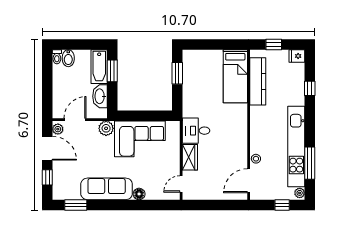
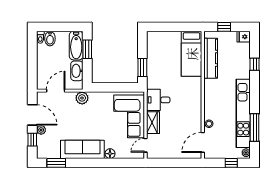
window: (177, 73) -> (142, 67), moved
plant: (58, 129) -> (41, 130), moved
corner sofa: (140, 139) -> (129, 116), moved, turned 90

